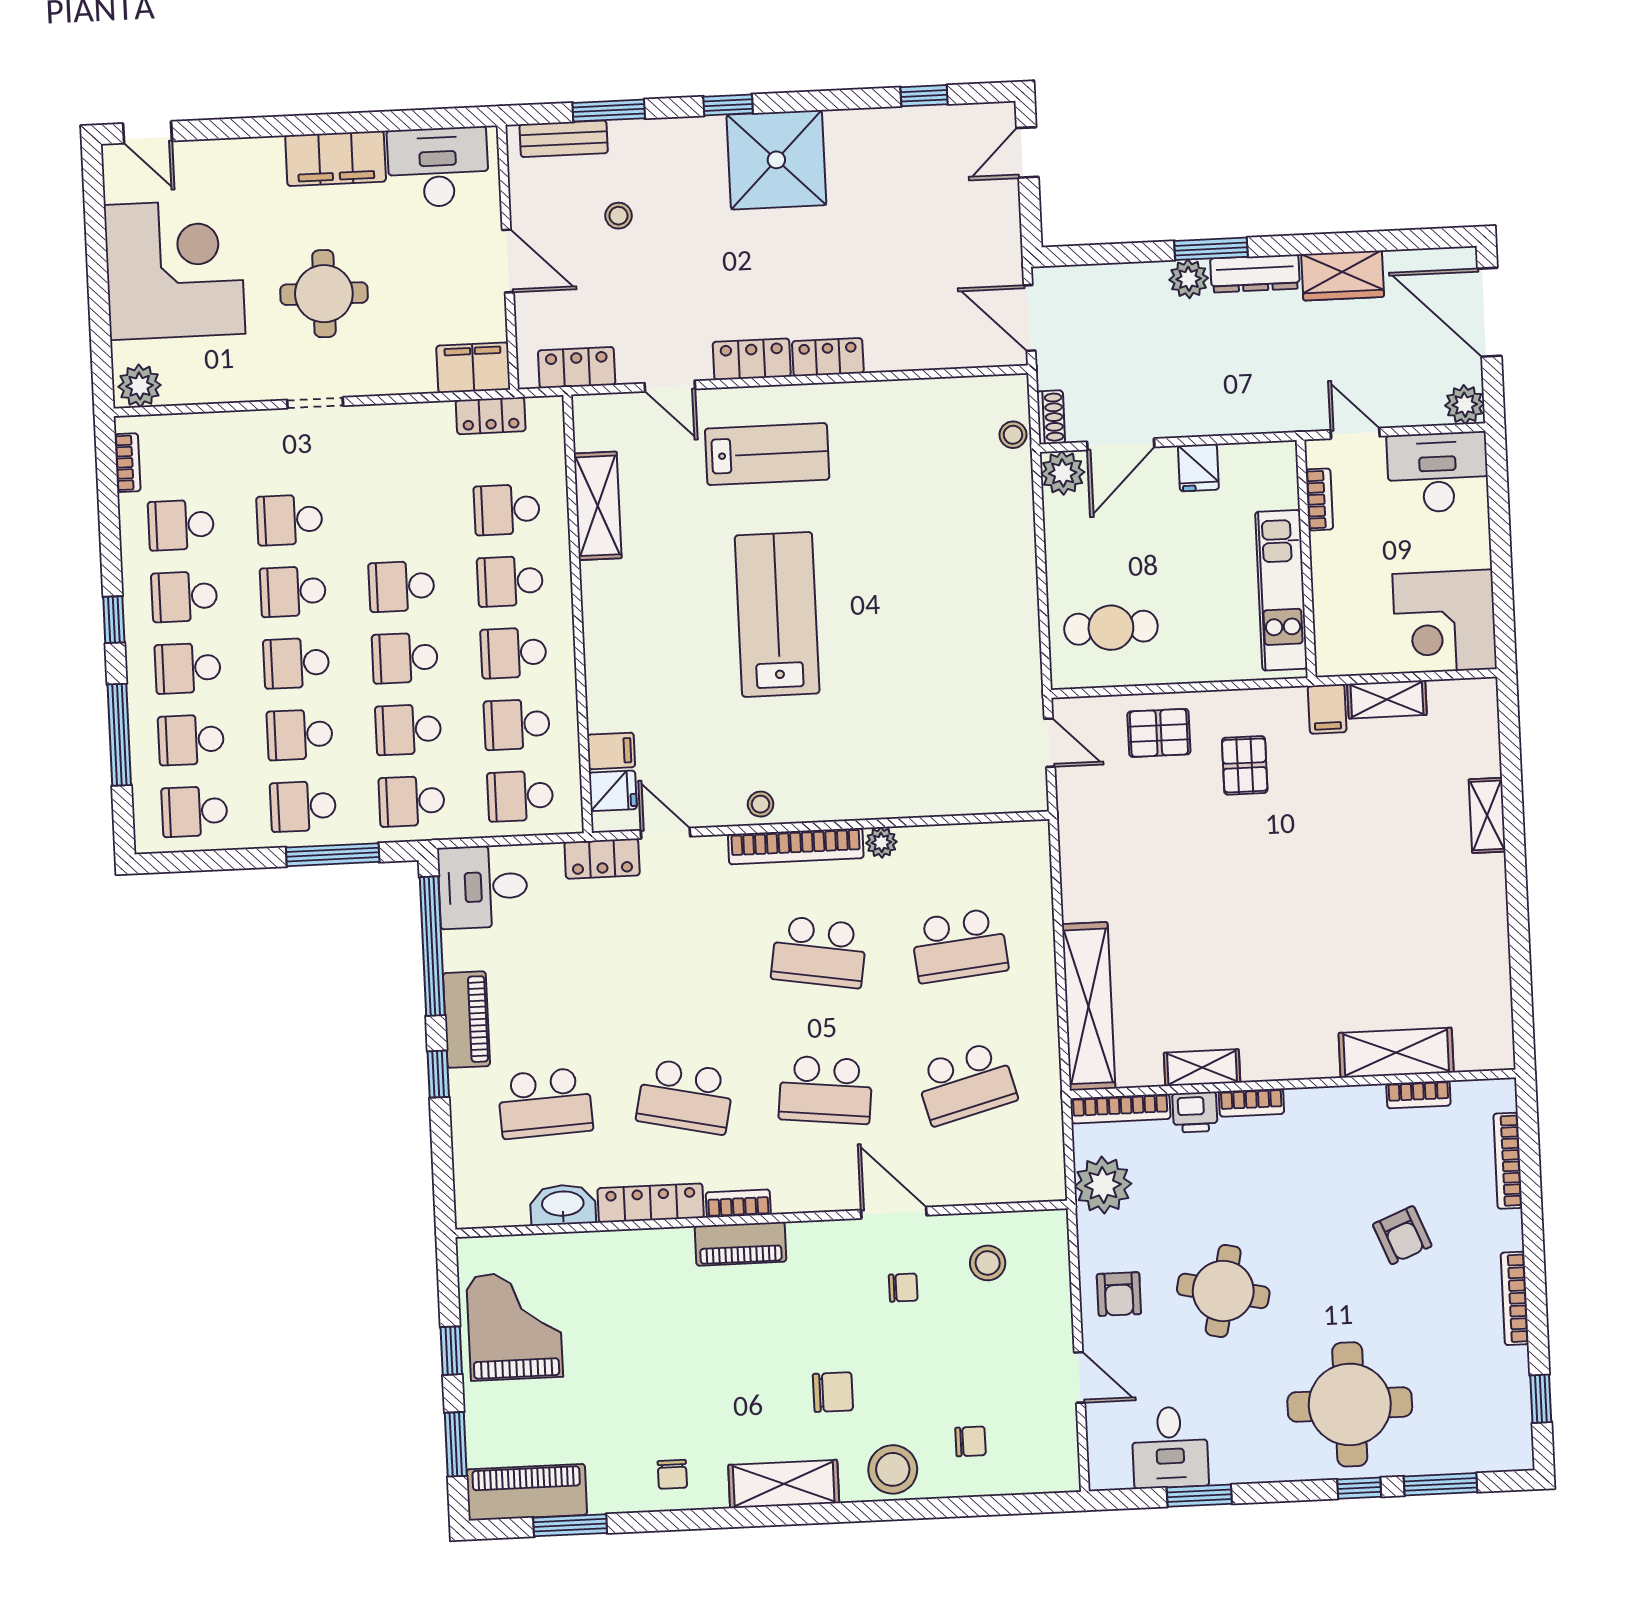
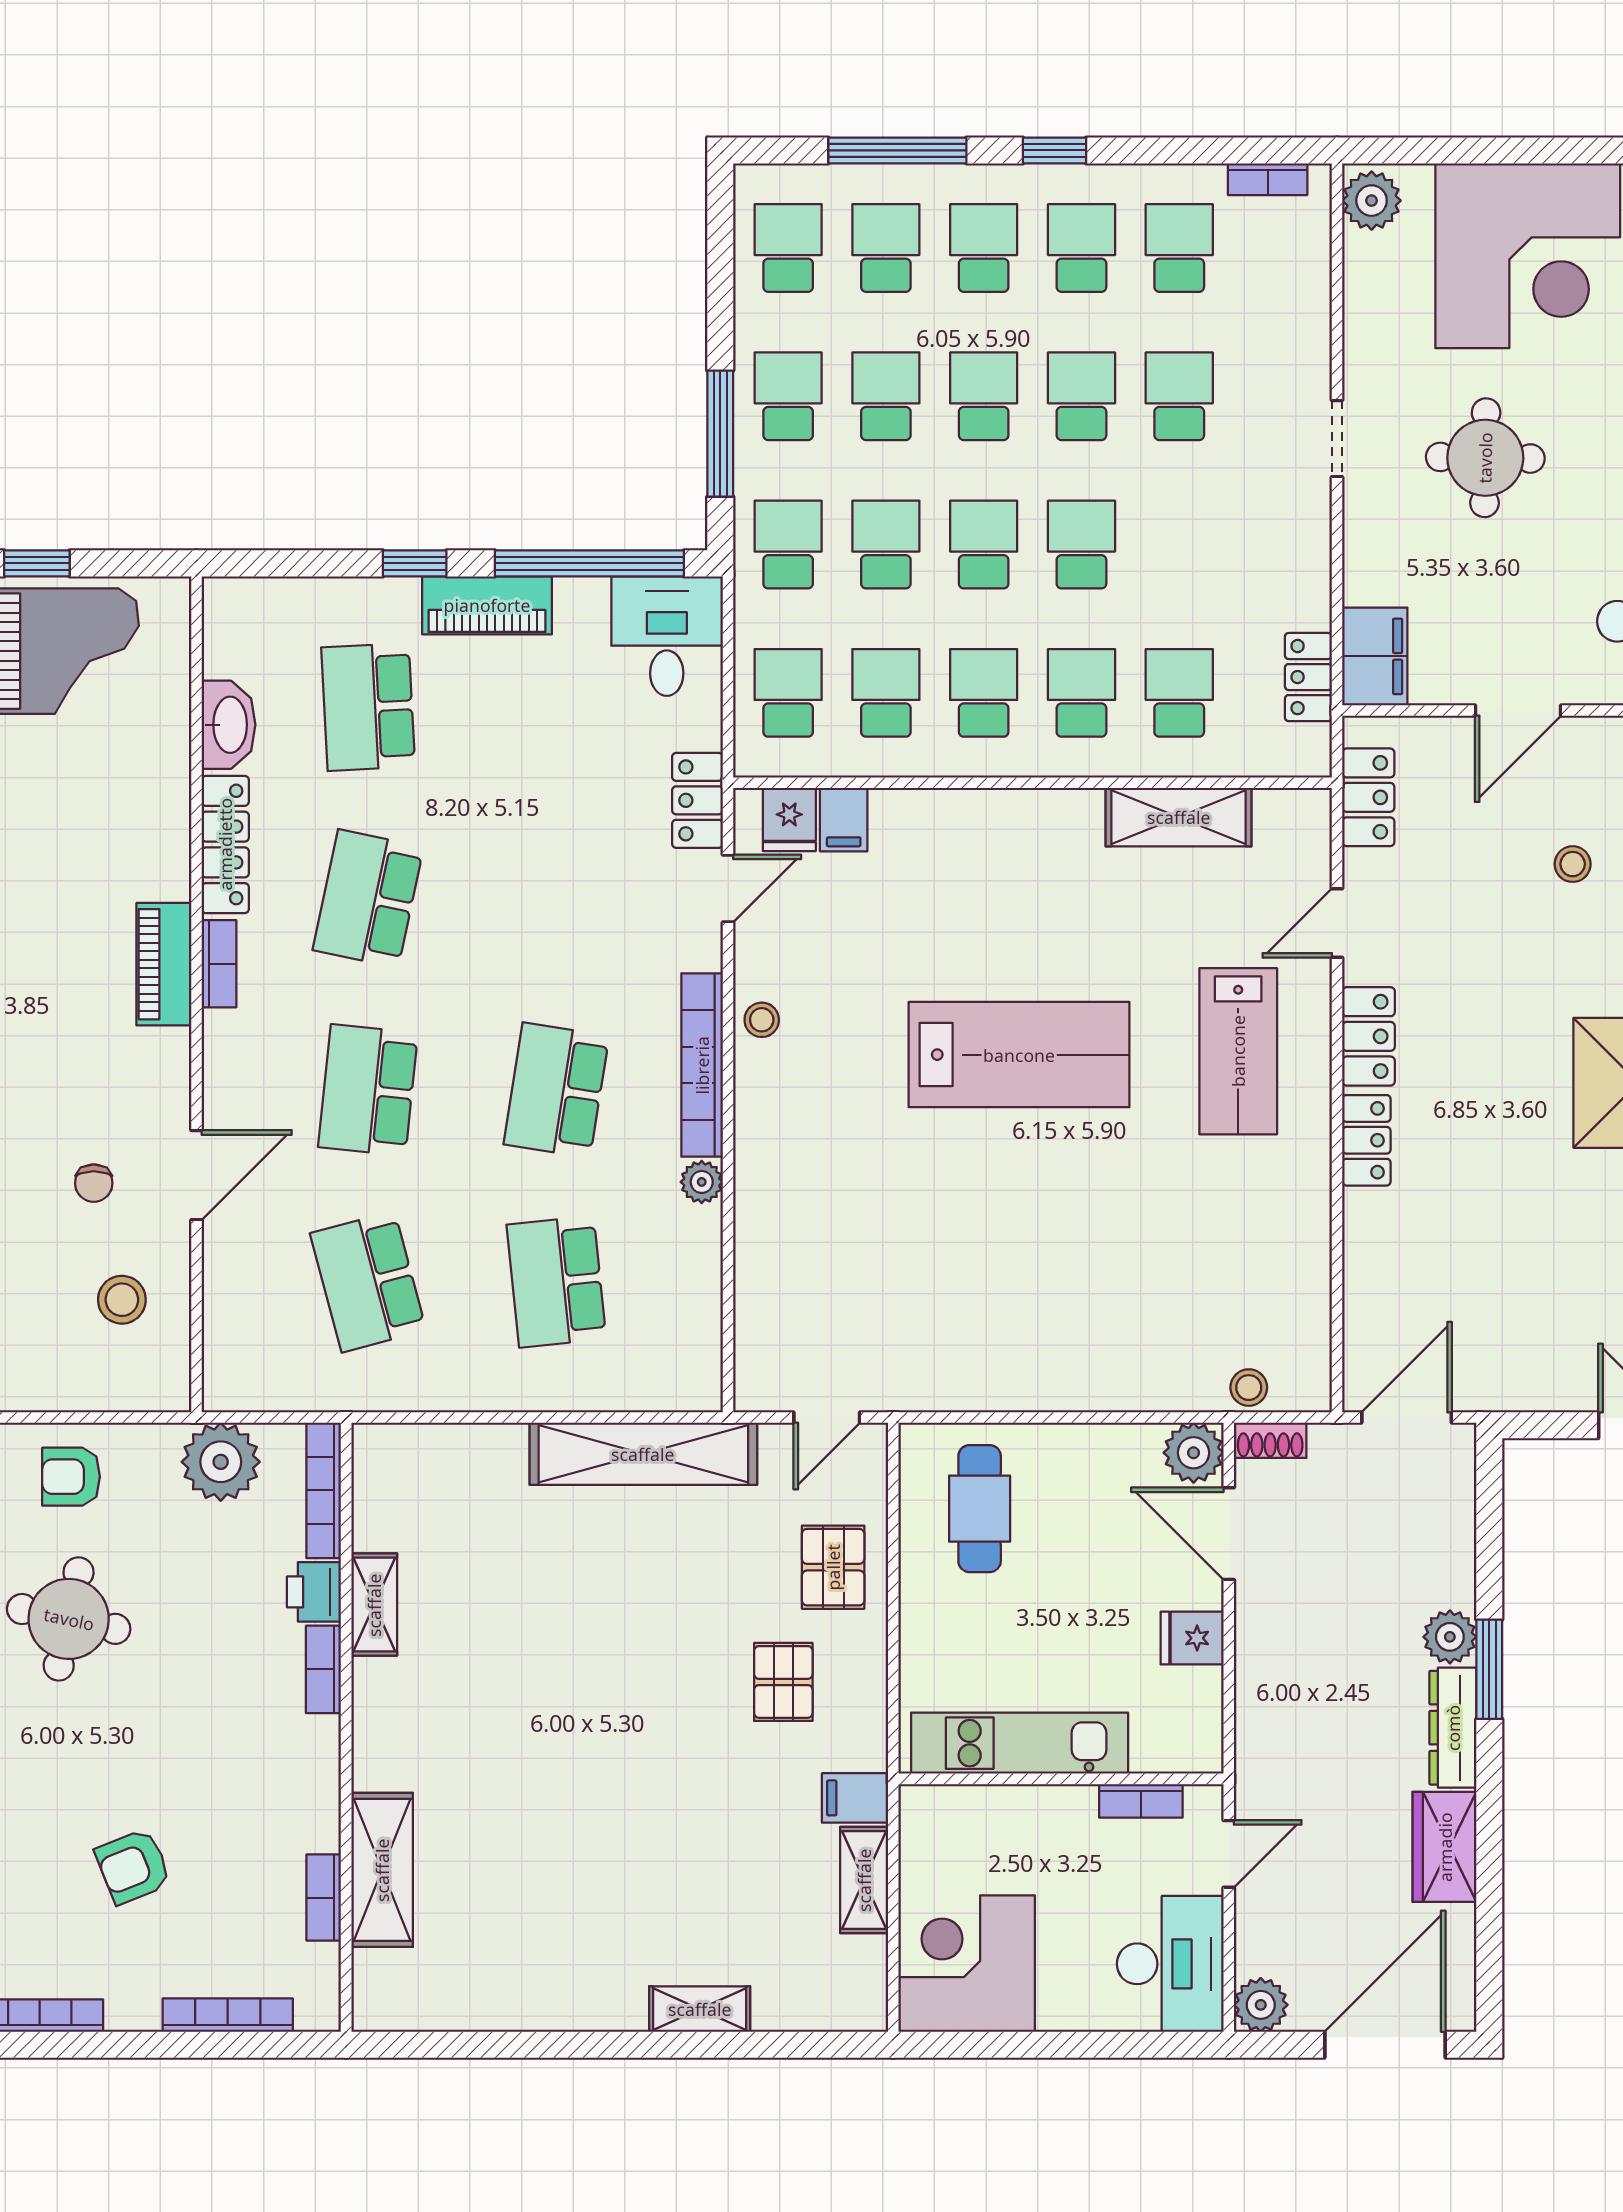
pallet: (1245, 765) -> (783, 1682), turned 90
shelving: (1089, 1006) -> (643, 1454), moved

